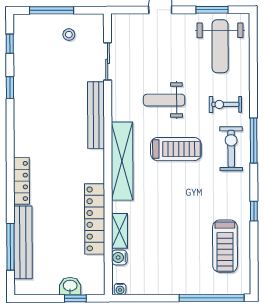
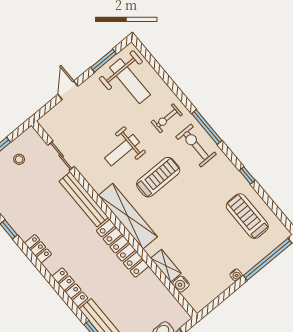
locker: (21, 125) -> (38, 249), added
locker: (95, 219) -> (123, 248), moved
treadmill: (225, 246) -> (247, 216), turned 180
water cooler: (120, 289) -> (236, 275), moved

